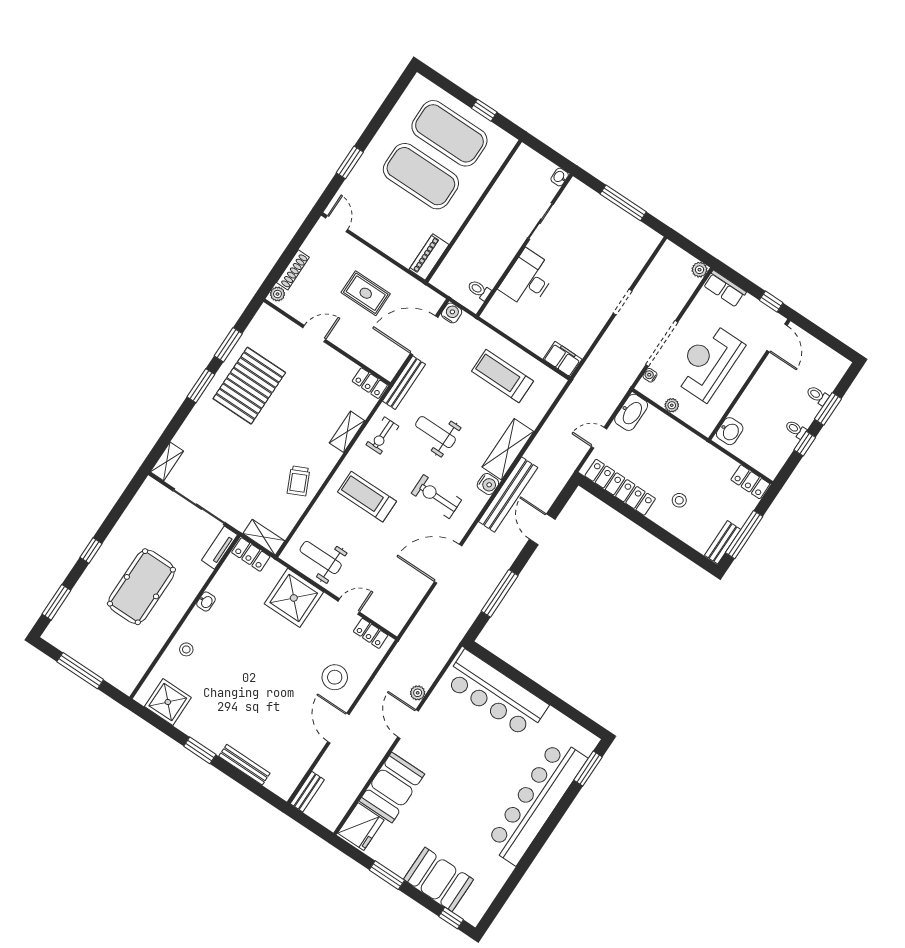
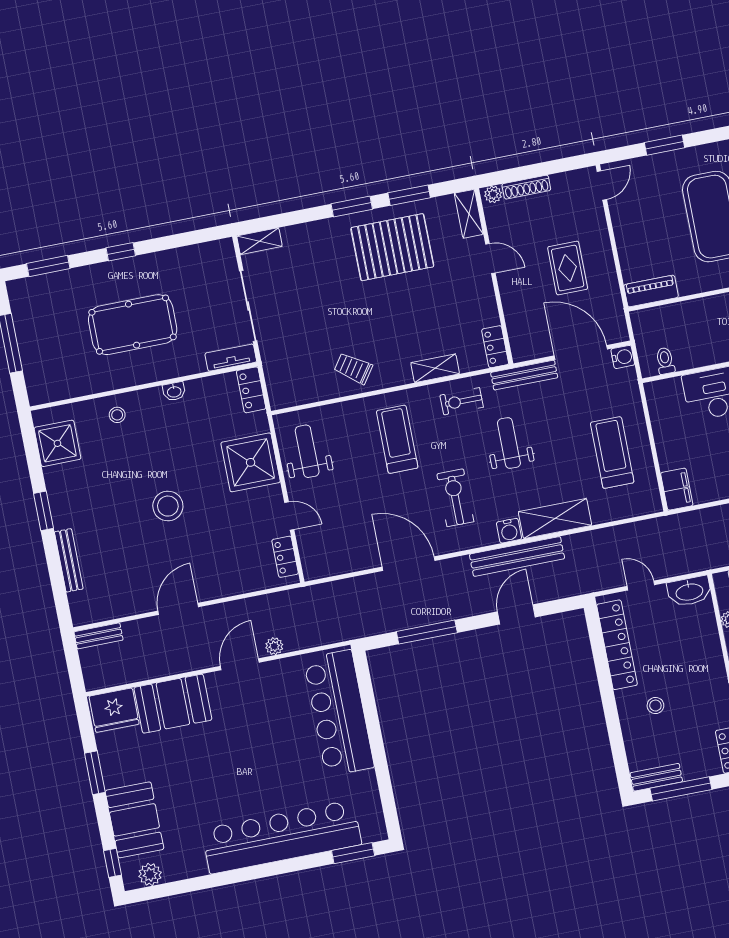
trolley: (299, 481) -> (353, 368), turned 60
shelving: (264, 537) -> (469, 214), moved
stool: (335, 677) -> (168, 506), moved
plant: (480, 902) -> (150, 874), added

